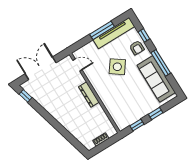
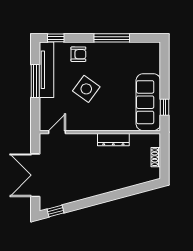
window: (144, 35) -> (56, 38), moved
sofa: (156, 79) -> (148, 102), moved, turned 90
dresser: (89, 95) -> (113, 140), moved
window: (156, 113) -> (164, 78), removed

